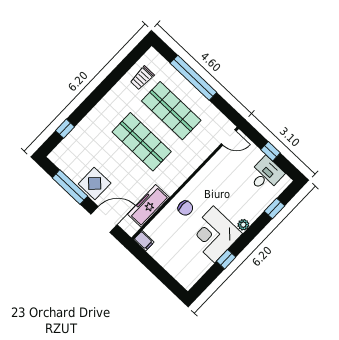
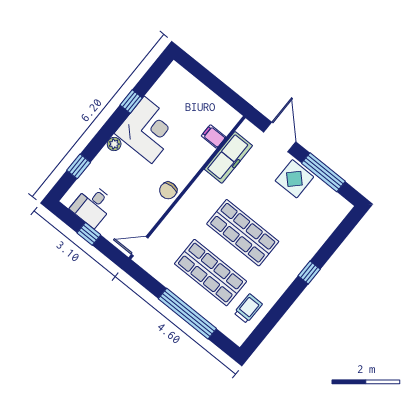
window: (65, 129) -> (309, 273), moved
chair: (185, 208) -> (168, 190), moved, turned -90
door: (104, 219) -> (280, 137), swing flipped
filing cabinet: (144, 241) -> (214, 136), moved

